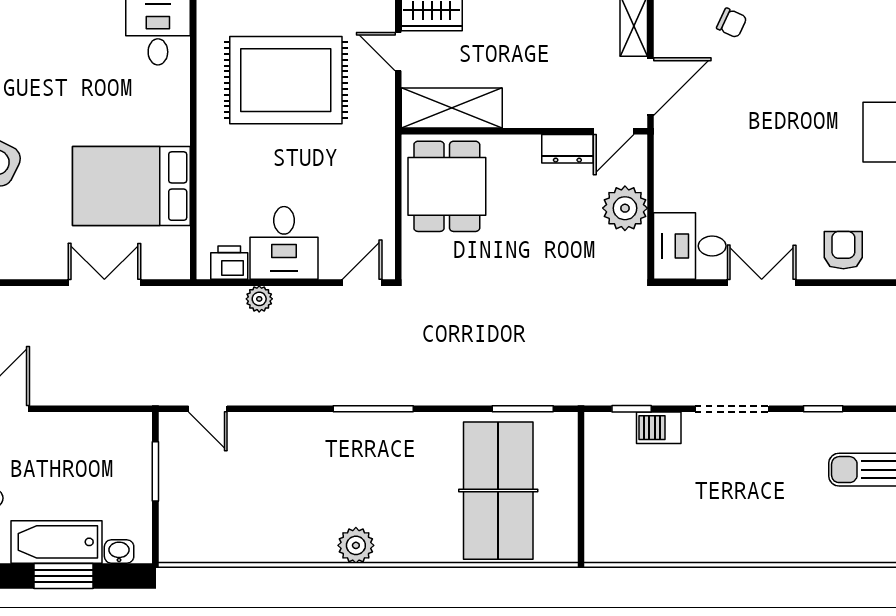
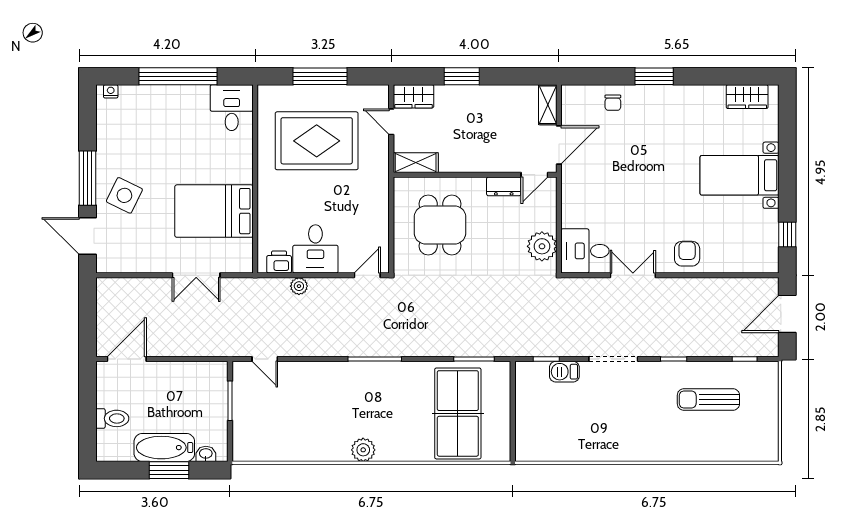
chair: (732, 23) -> (613, 103), turned 65
shelving: (452, 108) -> (416, 163), width x0.67, depth x0.75
dining table: (447, 186) -> (440, 225), moved
plant: (625, 208) -> (542, 246), moved
double door: (104, 283) -> (196, 275), swing flipped

